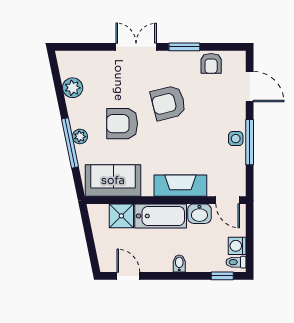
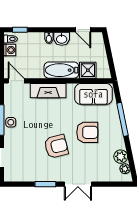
armchair: (211, 63) -> (27, 173), removed
plant: (80, 136) -> (125, 169), moved
washbasin: (199, 214) -> (62, 39), moved, turned 180

